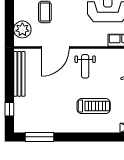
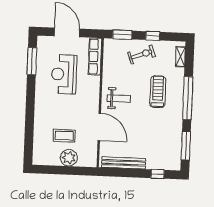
plant: (22, 29) -> (69, 158), moved
window: (88, 137) -> (188, 98), added

